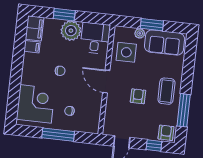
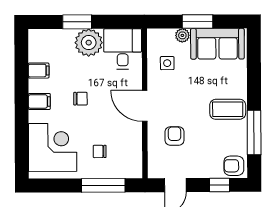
filing cabinet: (35, 28) -> (39, 101), moved, width x0.50
side table: (126, 52) -> (167, 63), width x0.54, depth x0.54
coffee table: (166, 91) -> (228, 109), turned 90
armchair: (138, 96) -> (175, 136), moved
armchair: (166, 133) -> (234, 166), turned -90
window: (58, 135) -> (103, 185), moved

